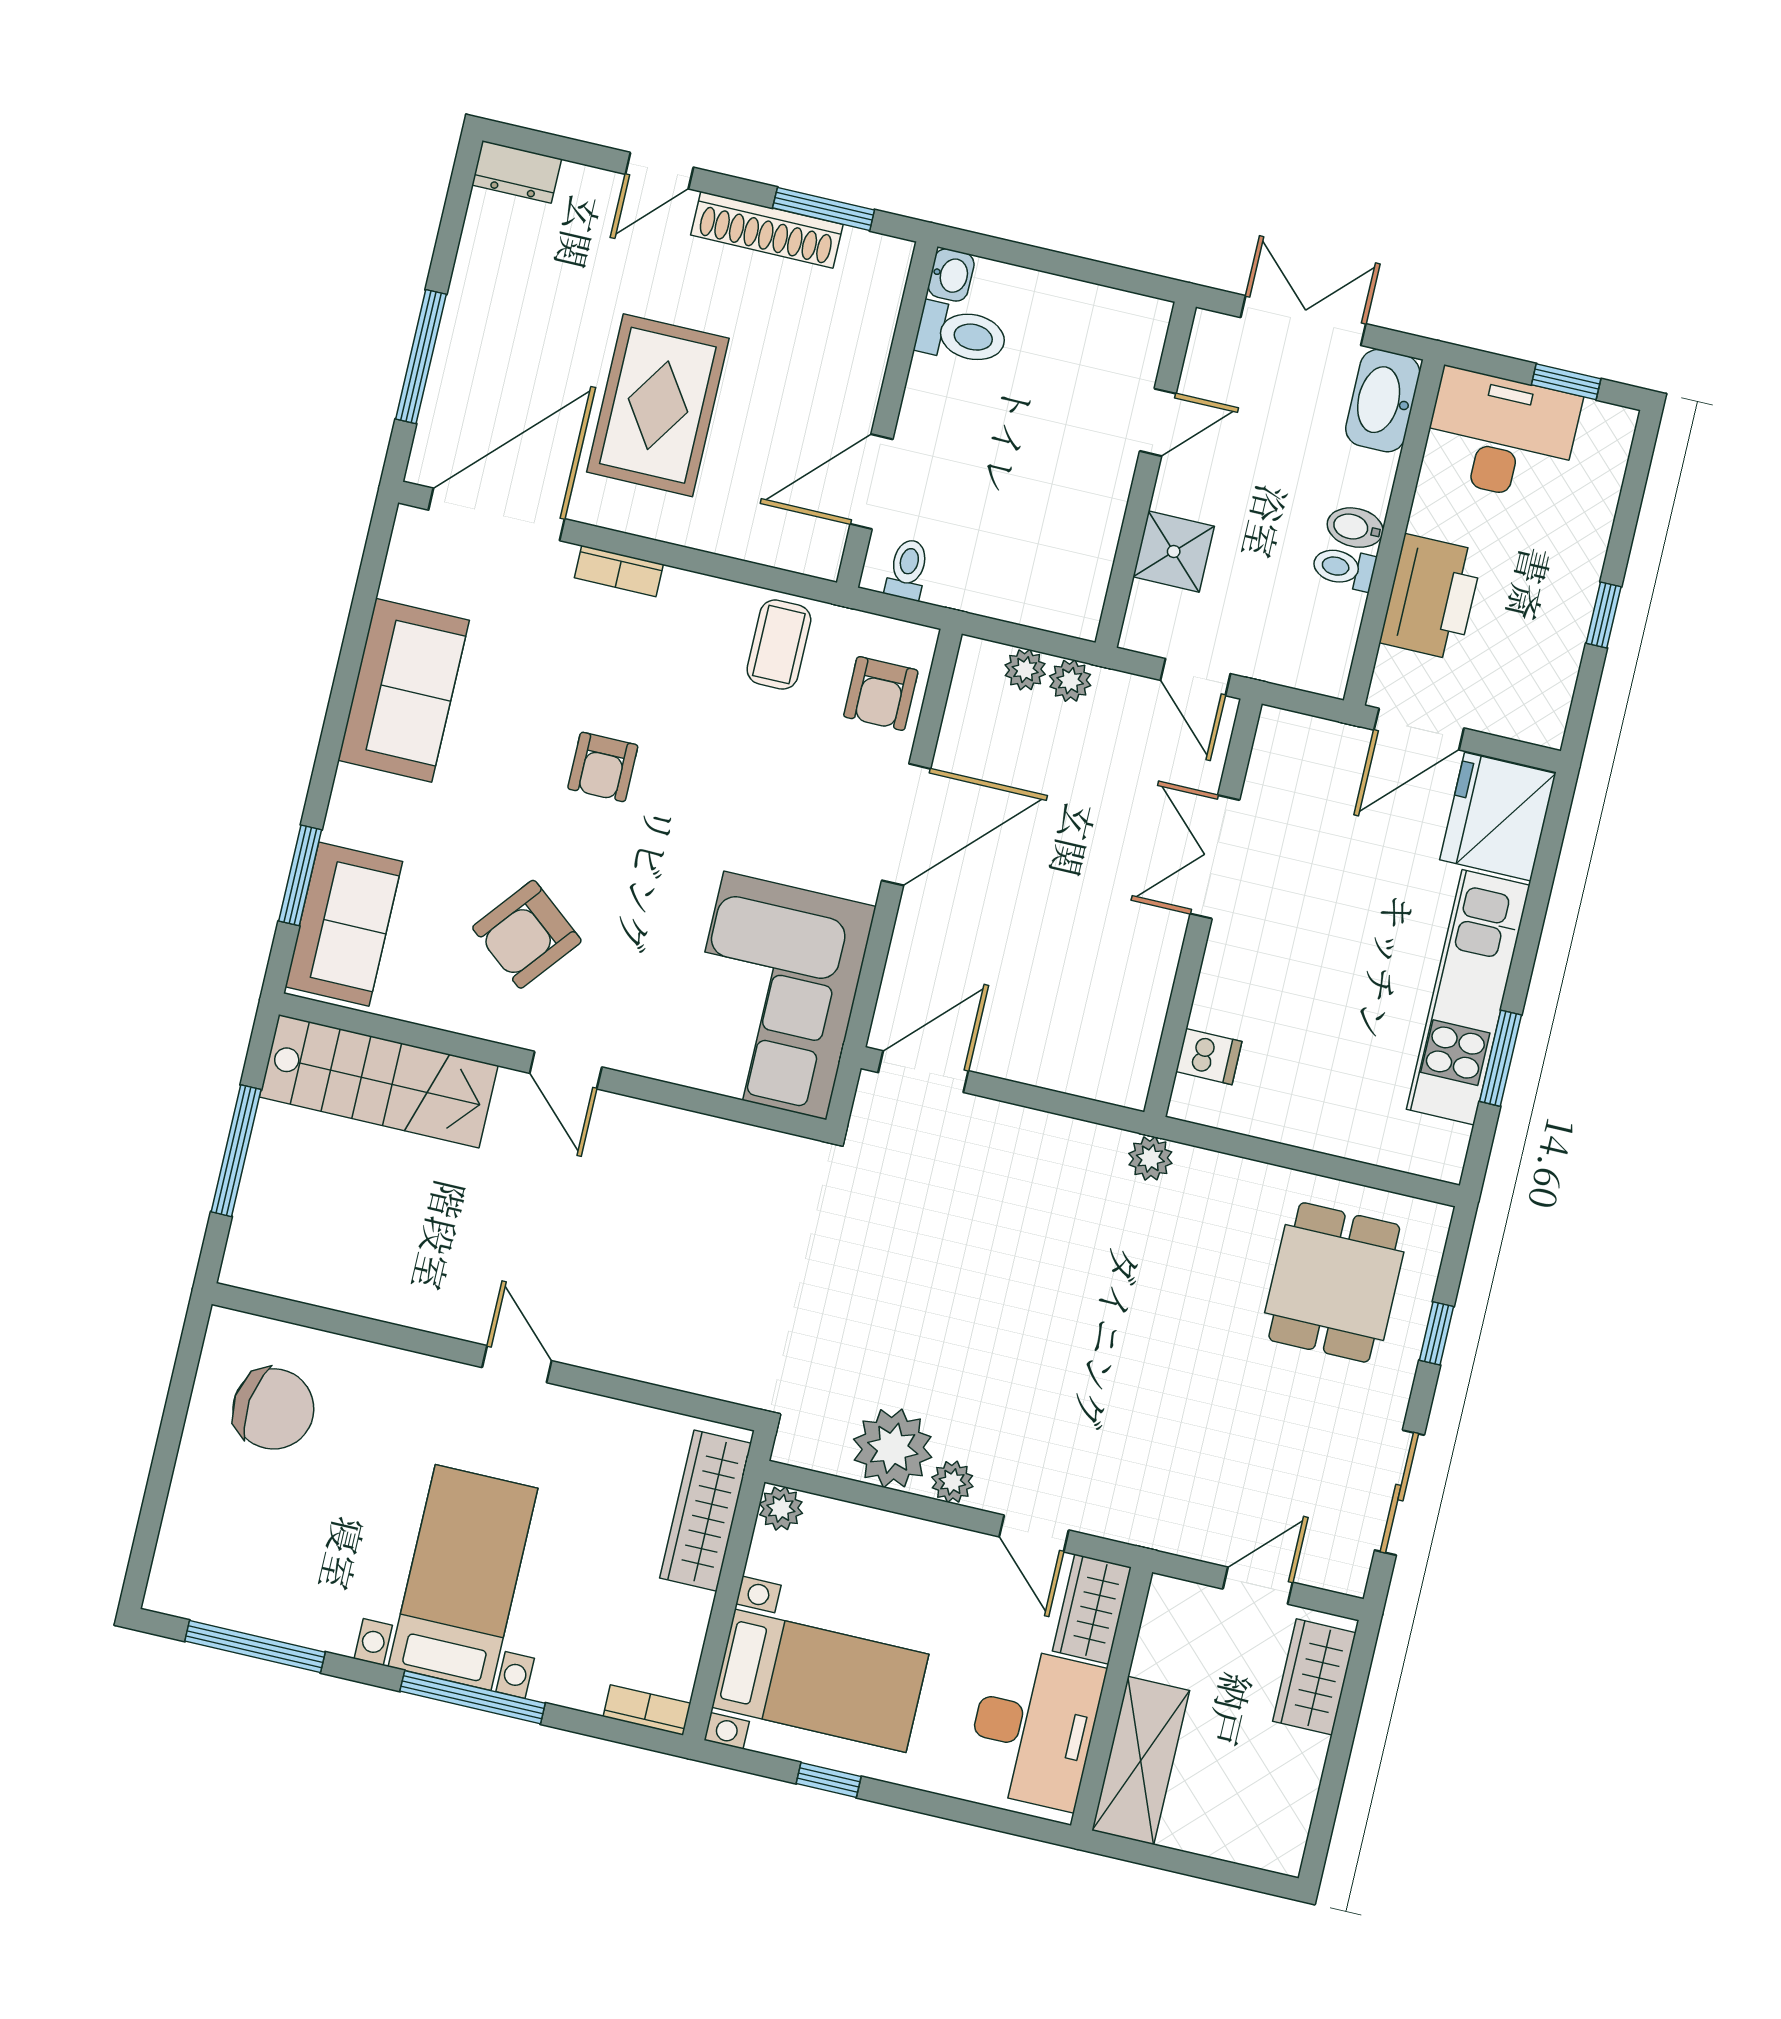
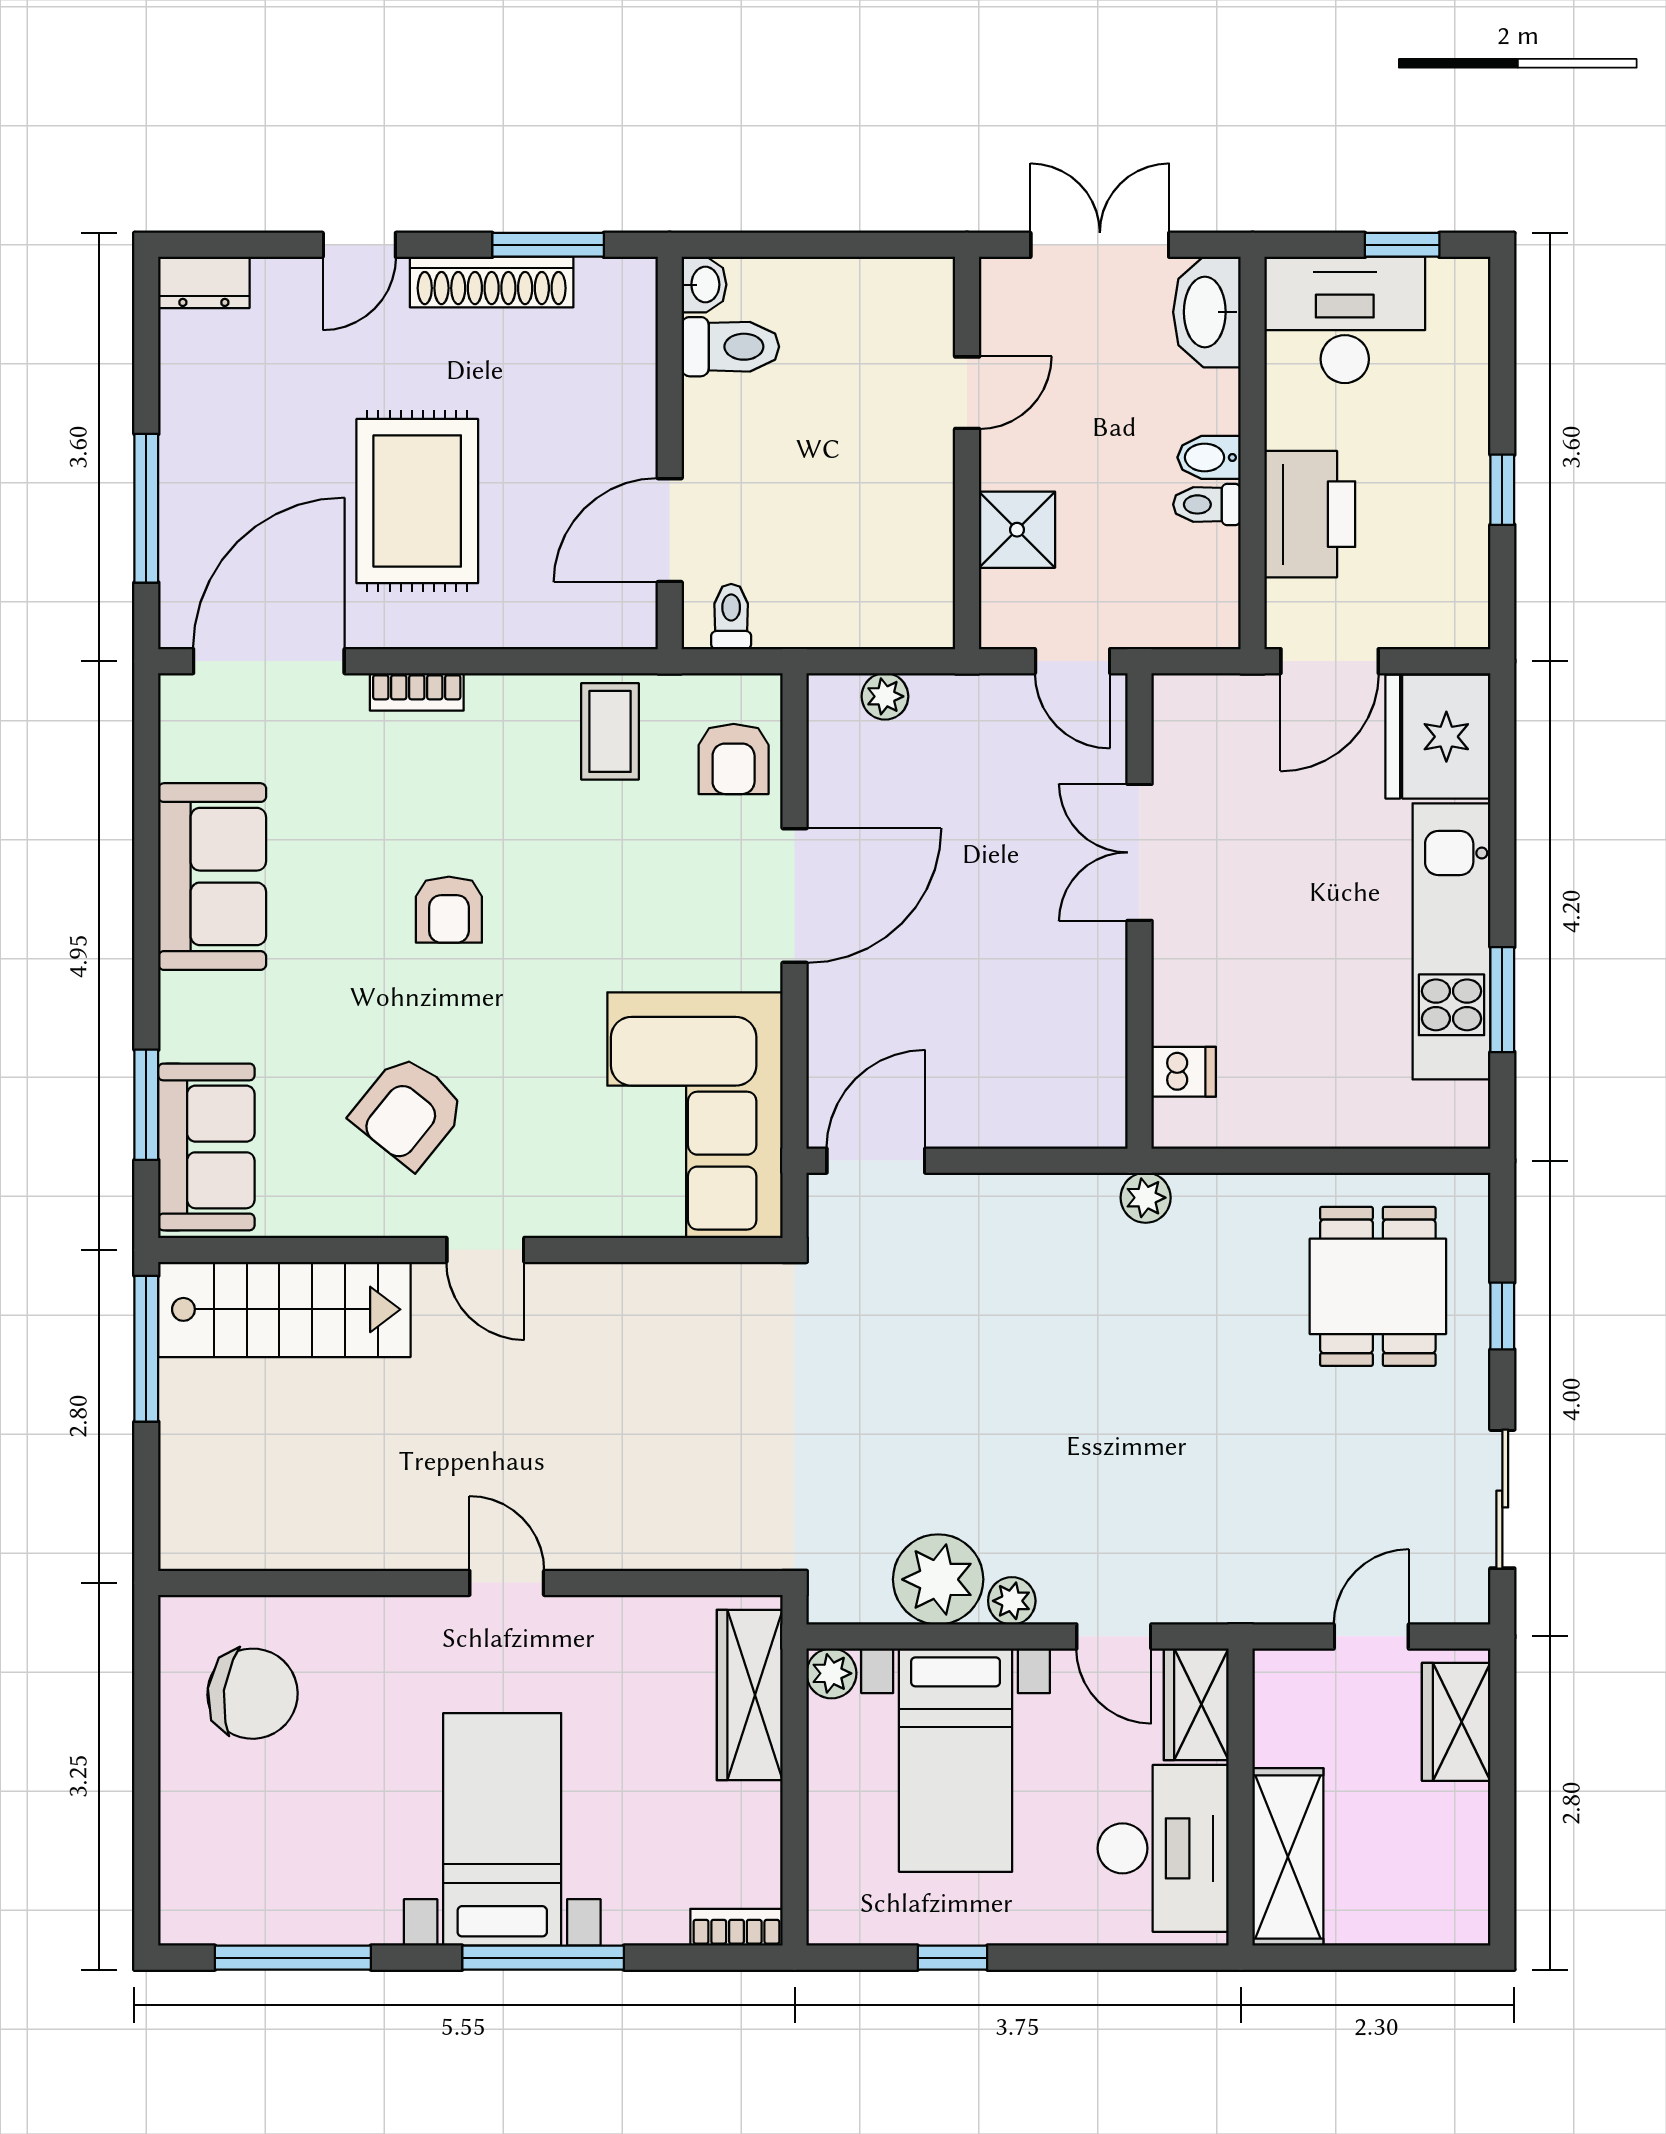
plant: (1070, 681) -> (937, 697), removed
window: (236, 1151) -> (146, 1349), moved
bed with nightstands: (820, 1681) -> (956, 1760), moved, turned 90

